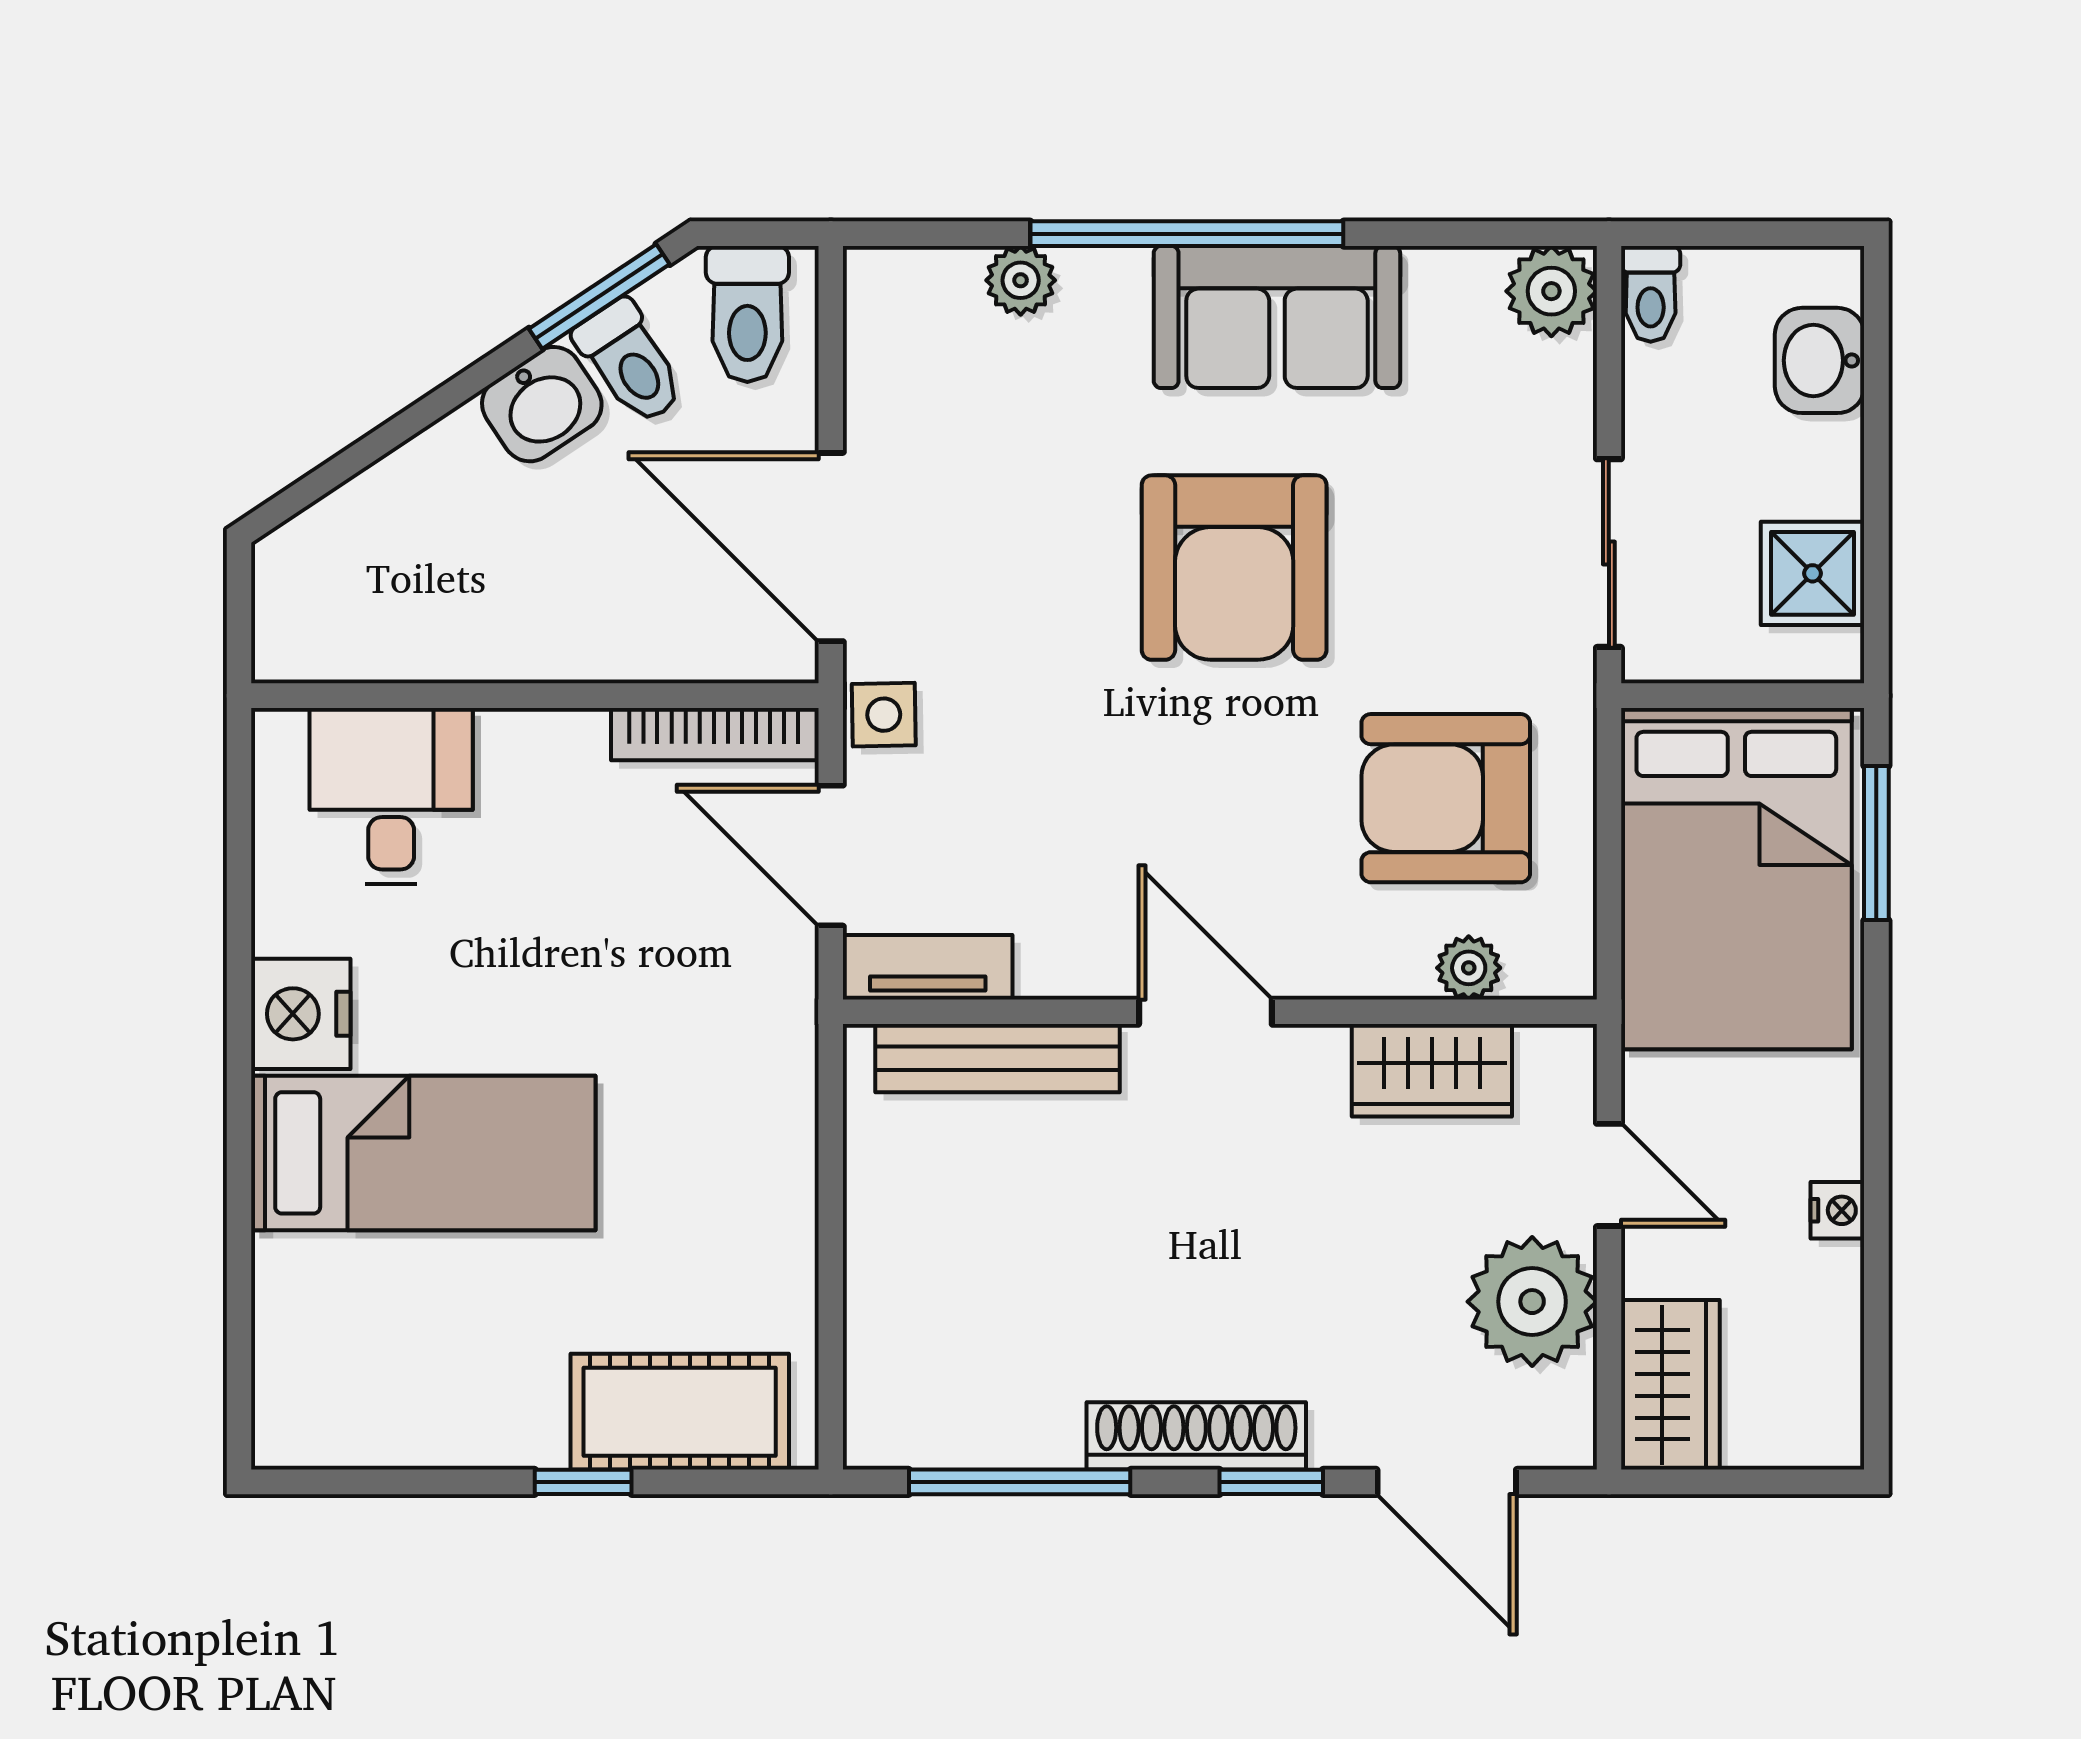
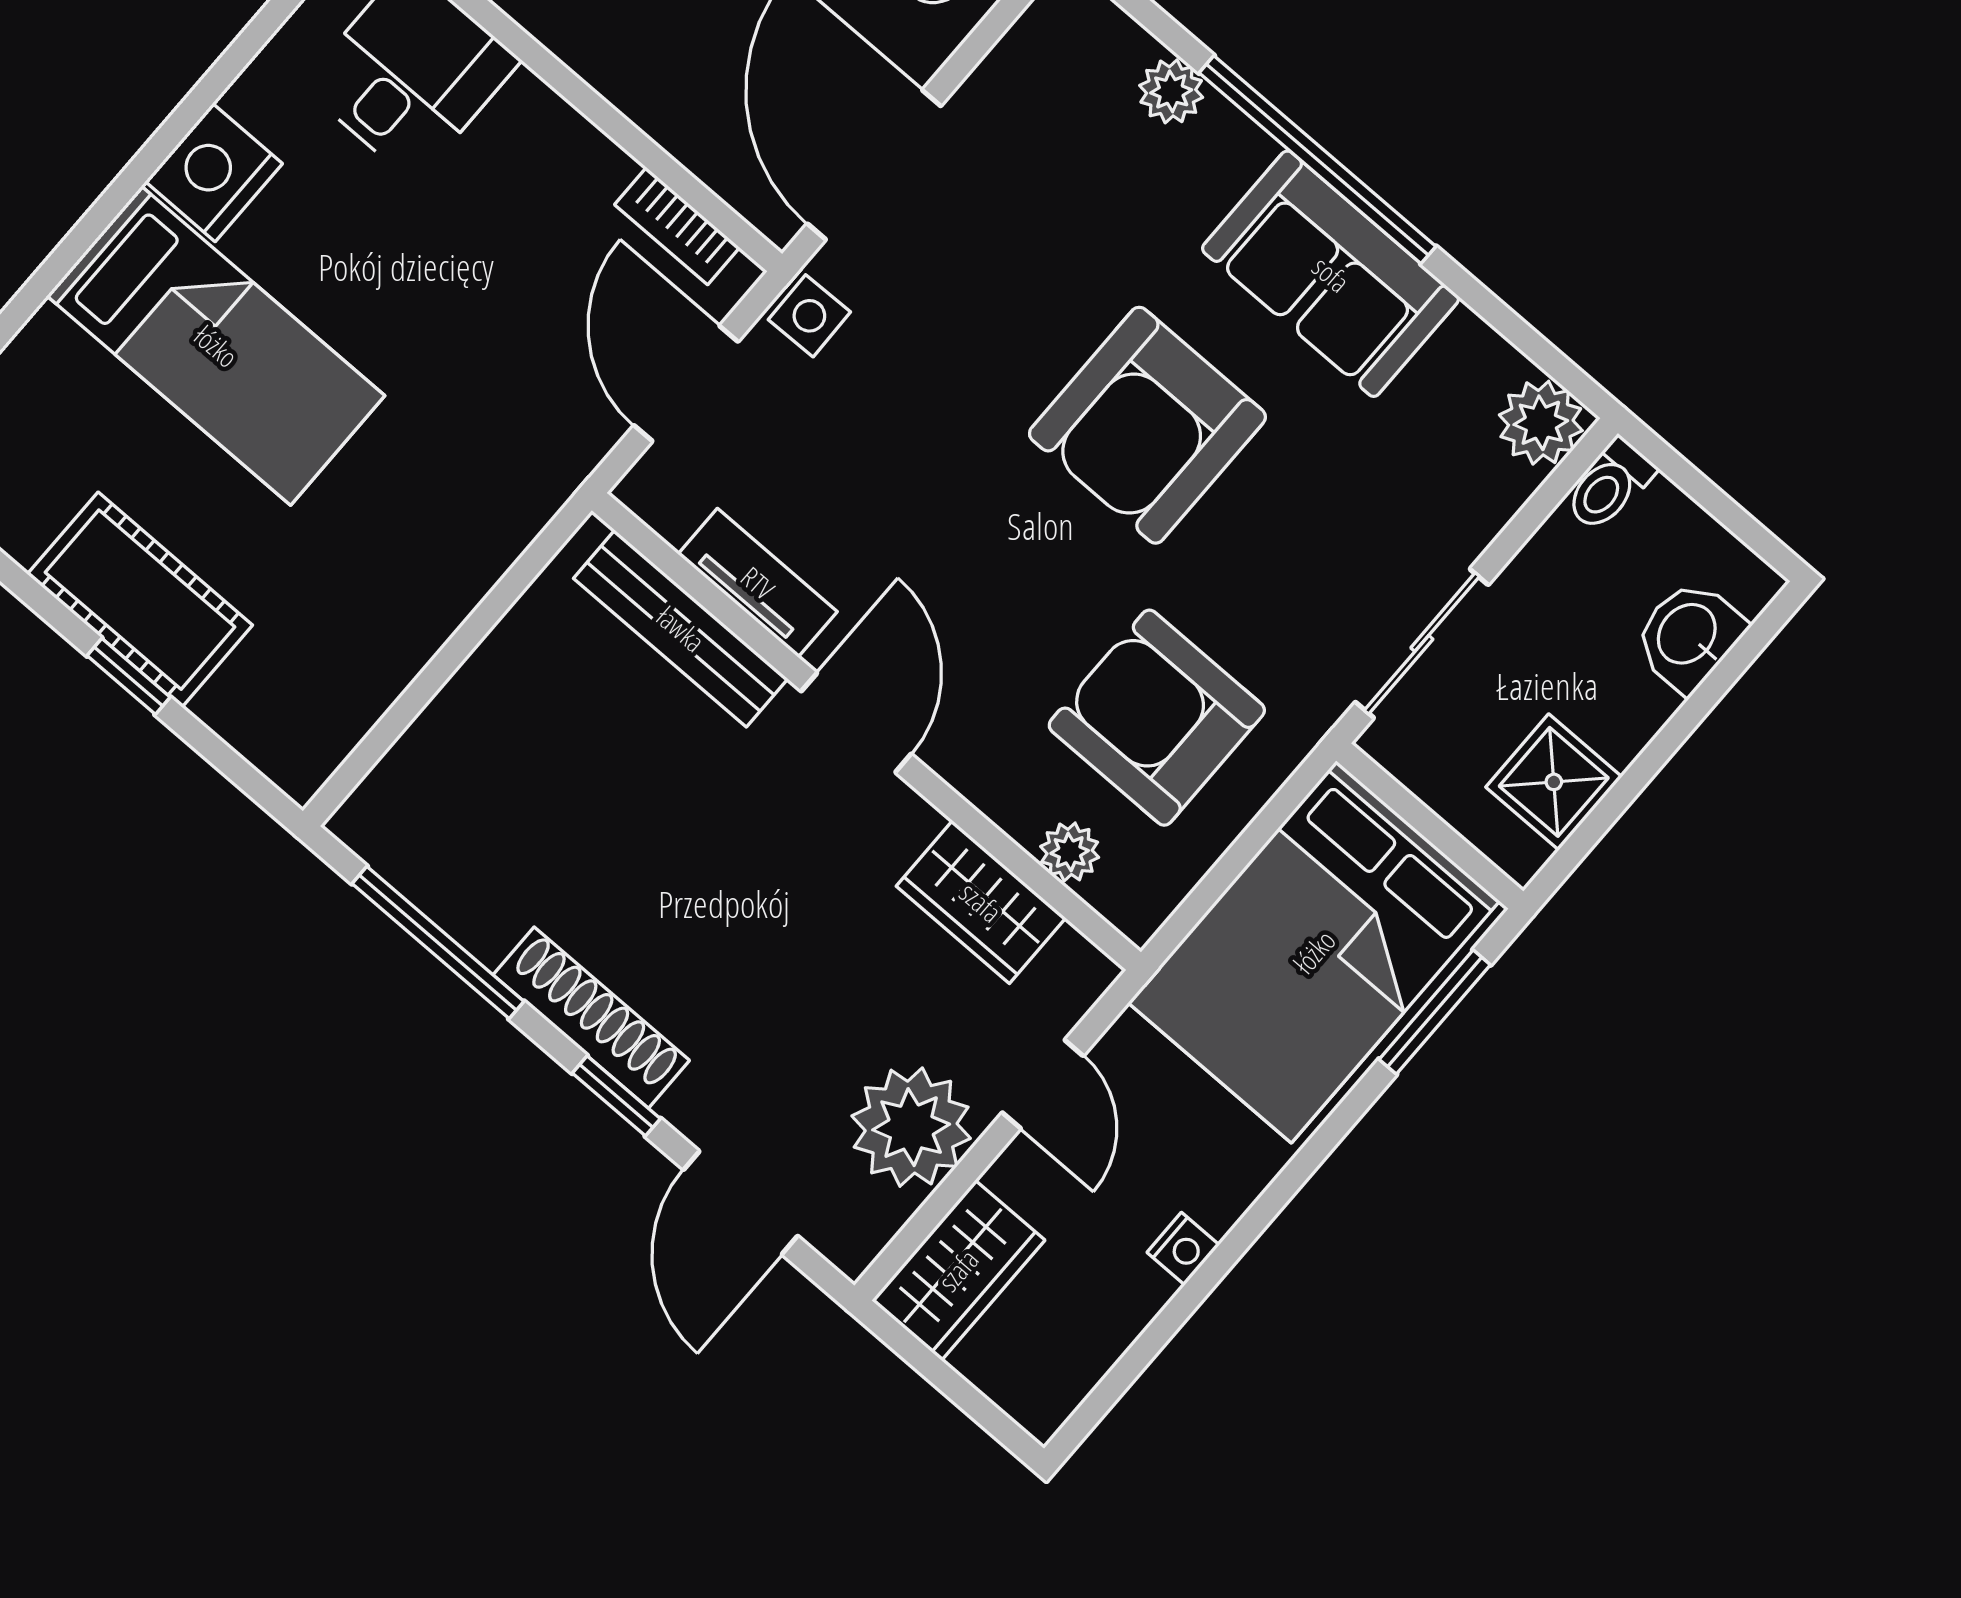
bookcase: (714, 734) -> (677, 226), width x0.64
tv unit: (928, 967) -> (758, 583), moved
cot: (680, 1412) -> (140, 600), moved

